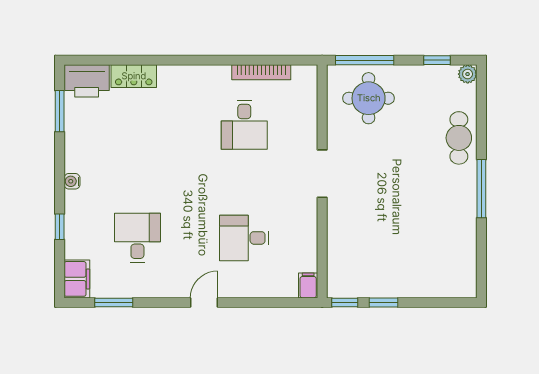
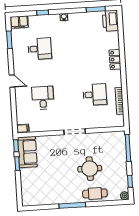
locker: (134, 76) -> (115, 60), moved
round table: (369, 98) -> (90, 169), moved
desk: (244, 125) -> (95, 95), turned 180
sofa: (360, 279) -> (27, 152), added

